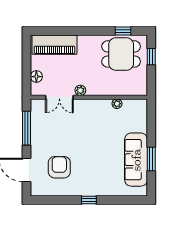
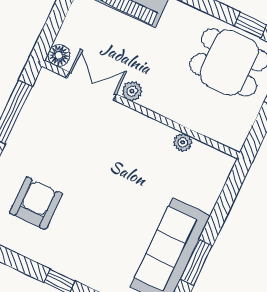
floor lamp: (36, 77) -> (59, 55), moved
double door: (59, 97) -> (92, 86), swing flipped

